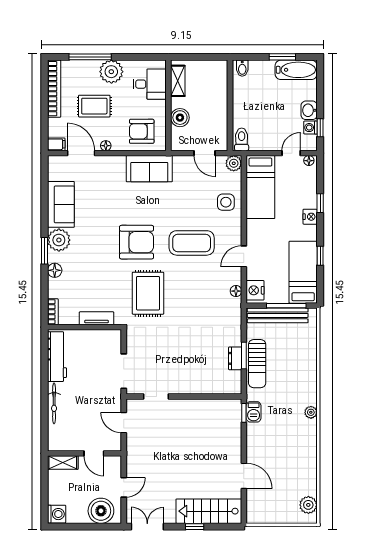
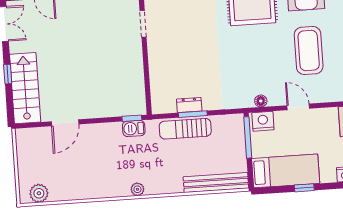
window: (286, 306) -> (248, 137), moved
bench: (278, 315) -> (216, 183), moved, turned 90

